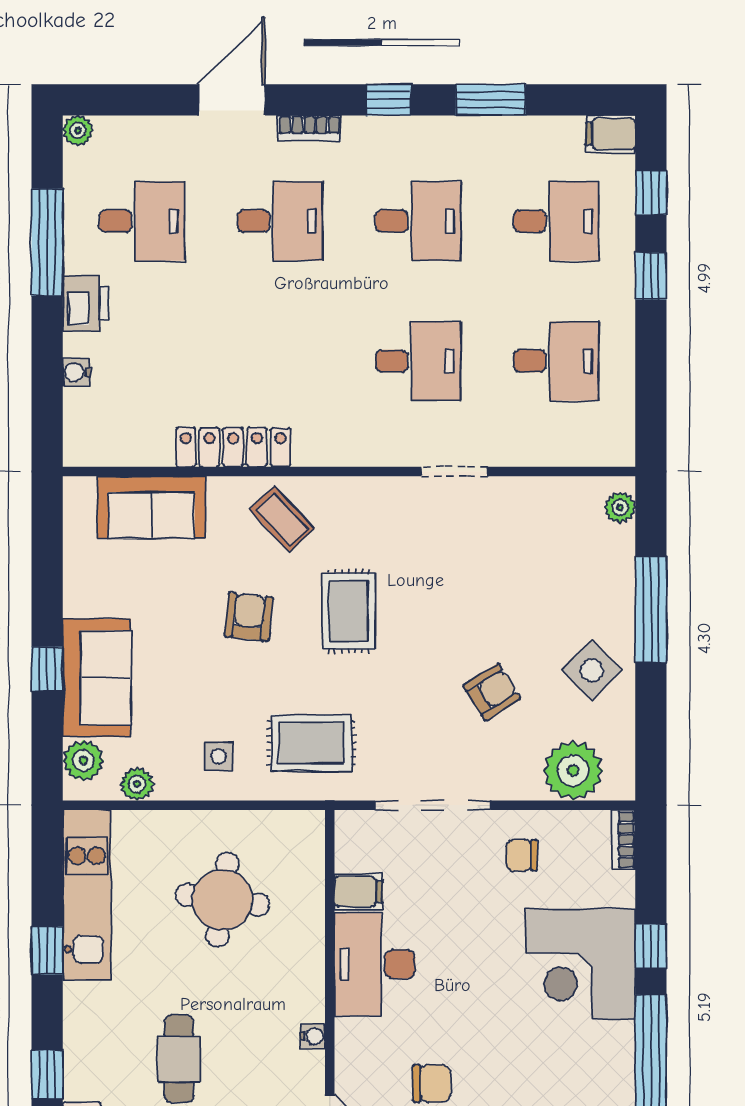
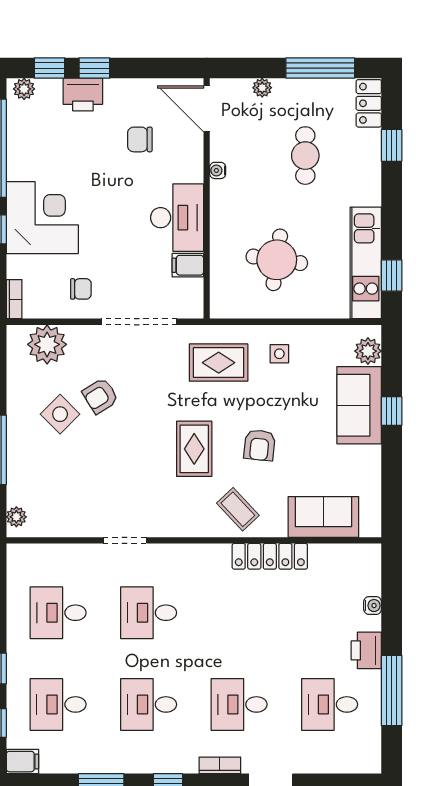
plant: (78, 130) -> (372, 764), removed
side table: (592, 670) -> (60, 414), moved
plant: (137, 784) -> (333, 336), removed
window: (47, 950) -> (392, 276), moved

